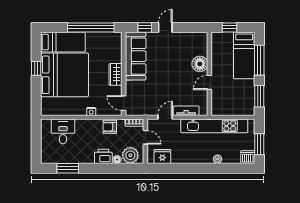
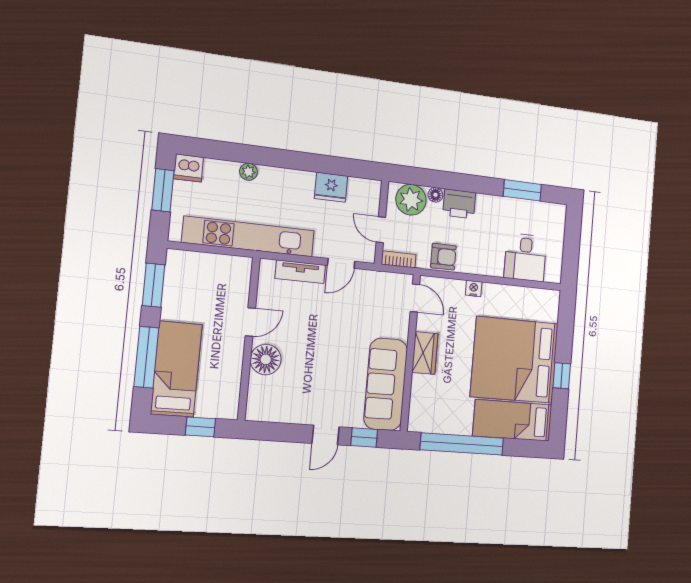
fridge: (162, 157) -> (331, 187), moved

